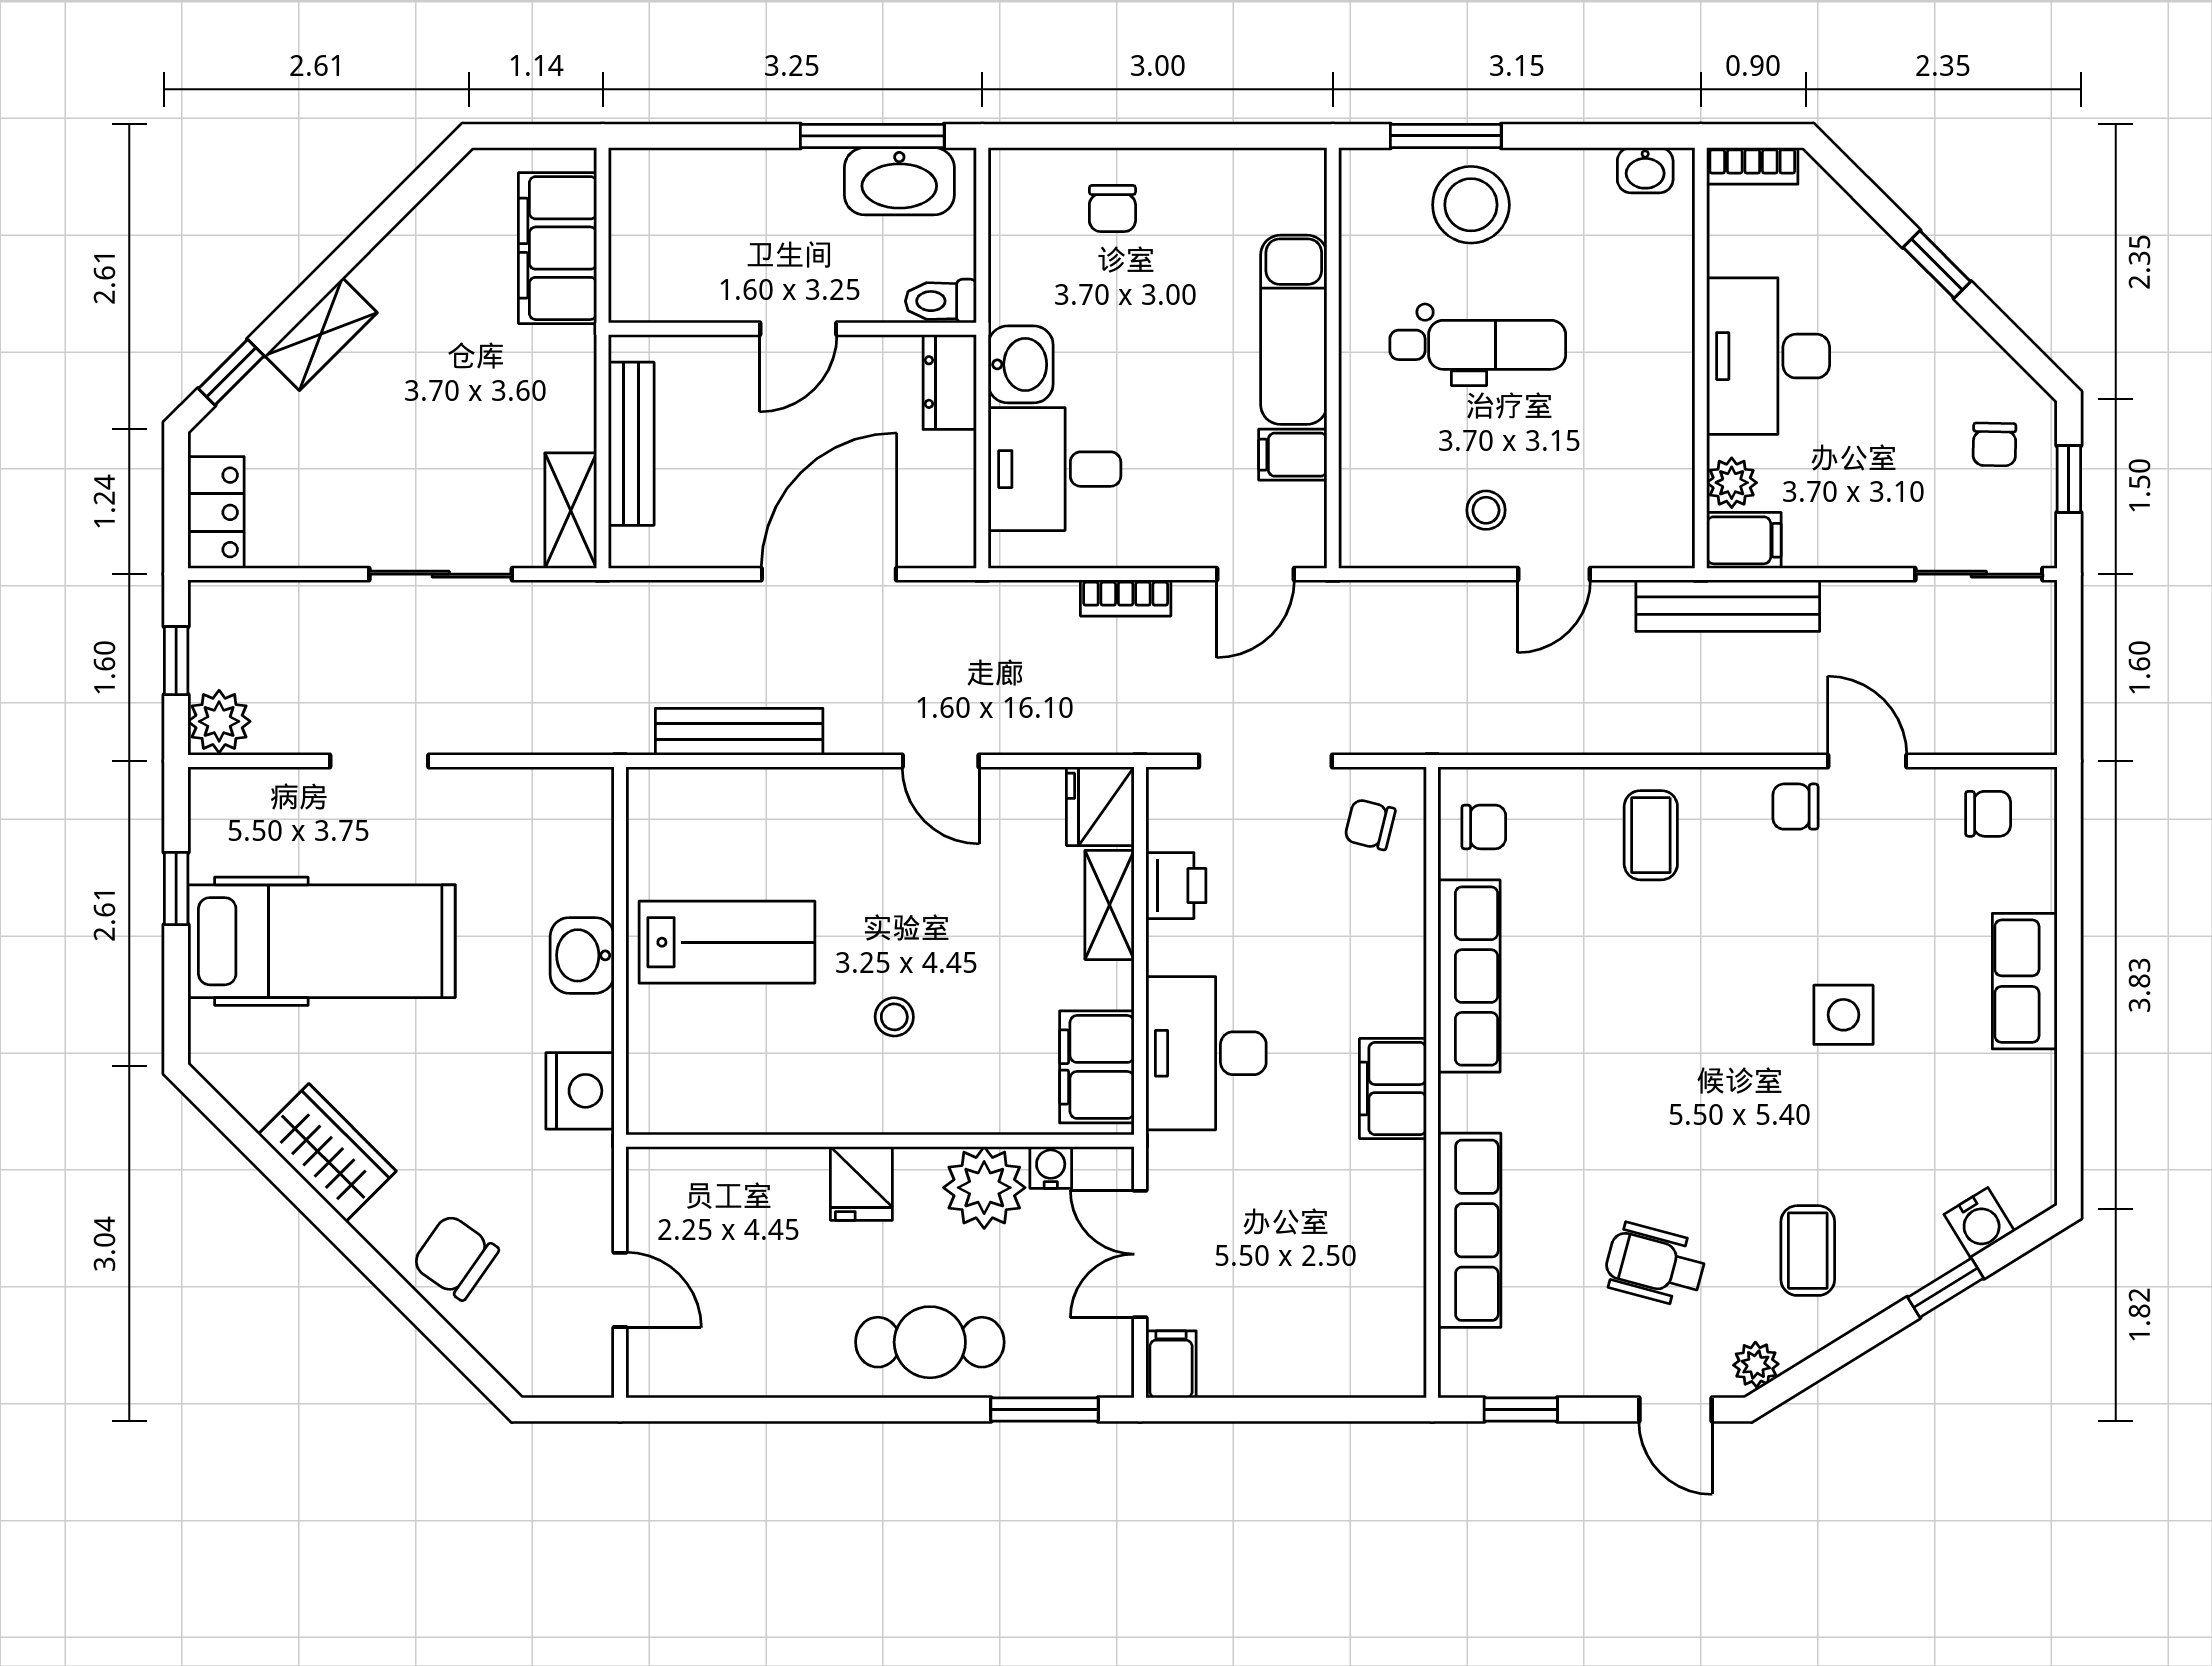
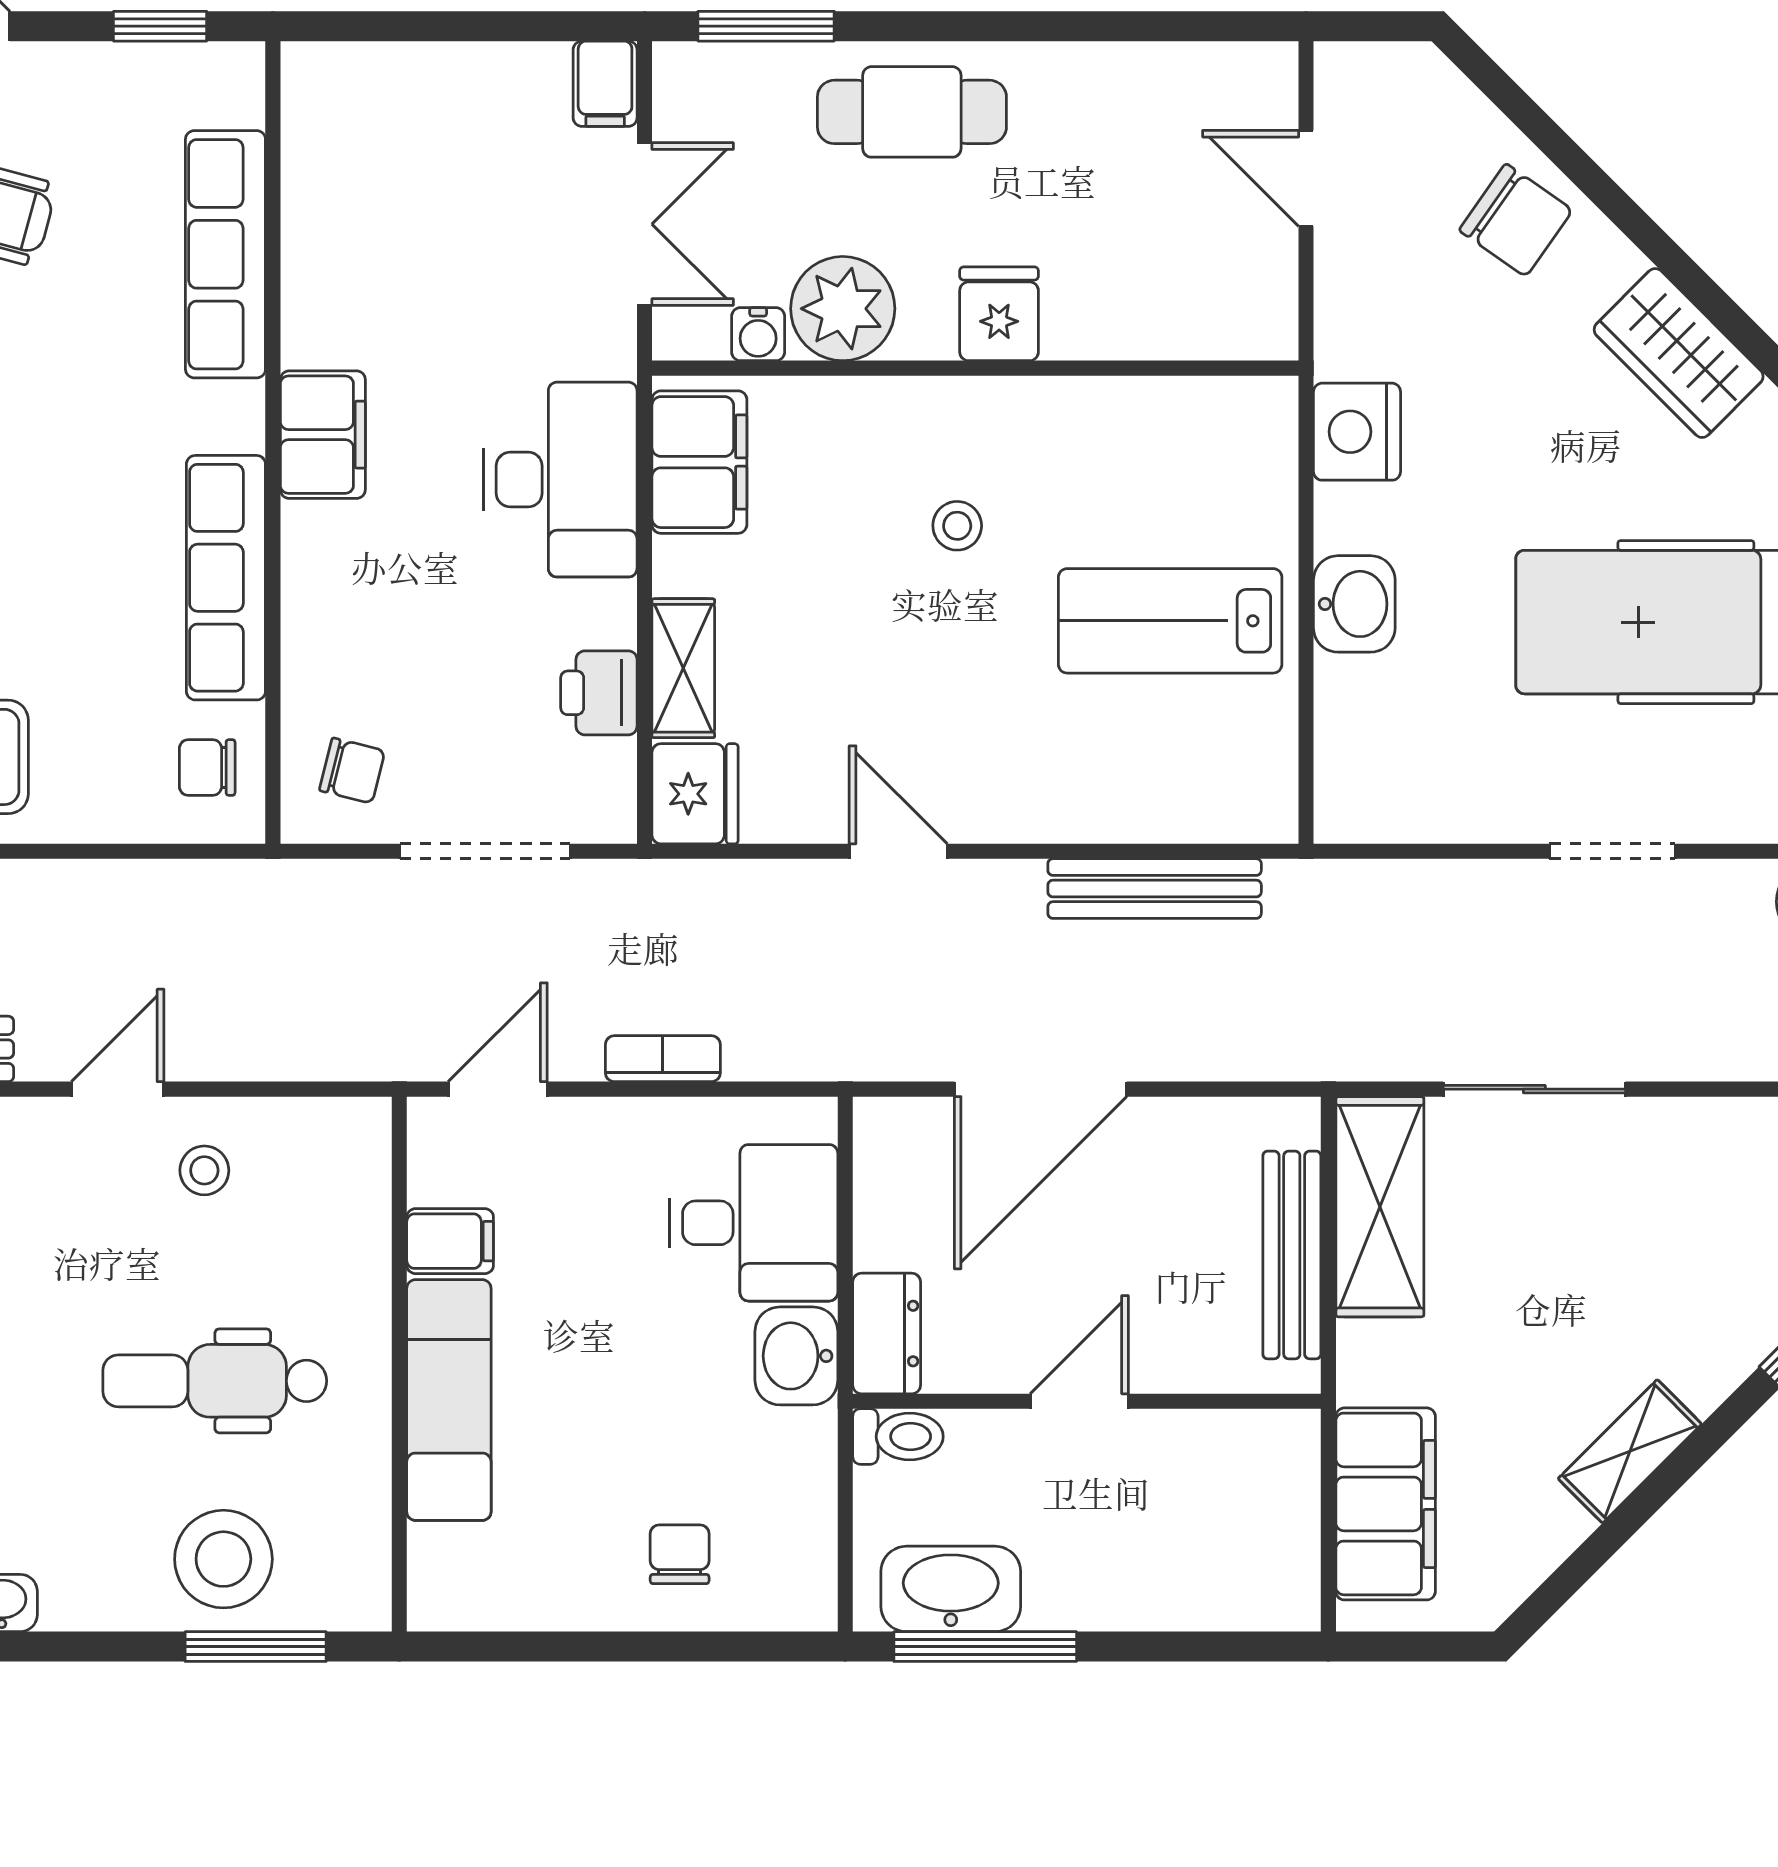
shelving: (321, 334) -> (1630, 1451), moved
shelving: (571, 511) -> (1380, 1207), width x1.50, depth x1.33

